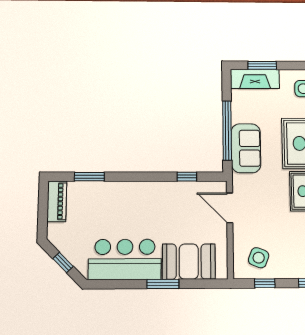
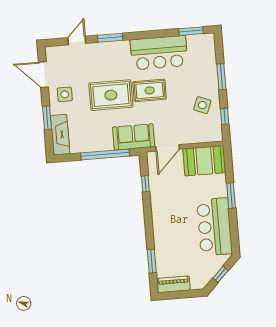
window: (262, 65) -> (47, 118), moved
sofa: (246, 148) -> (134, 137), moved
side table: (259, 258) -> (202, 105), moved
booth: (189, 262) -> (204, 161), moved, turned 90

